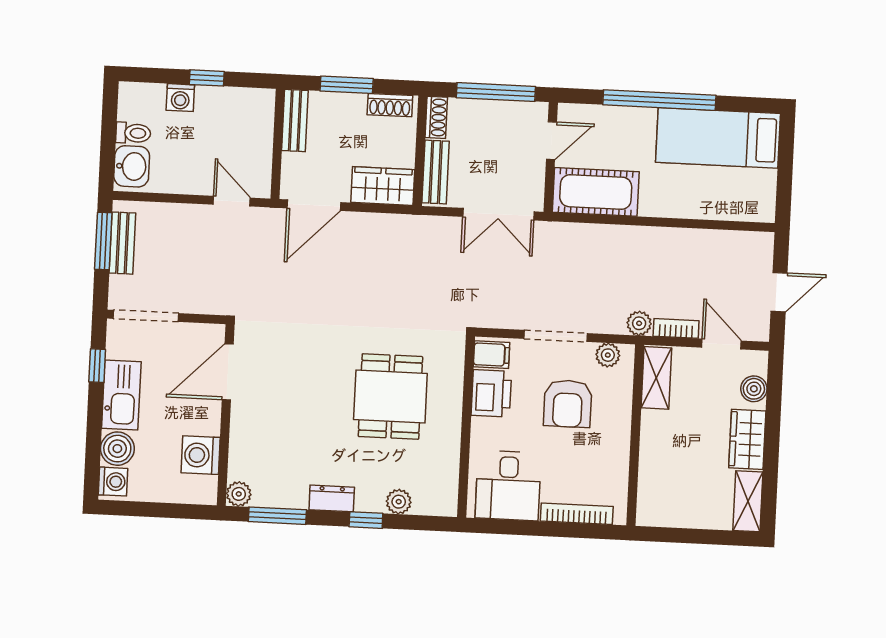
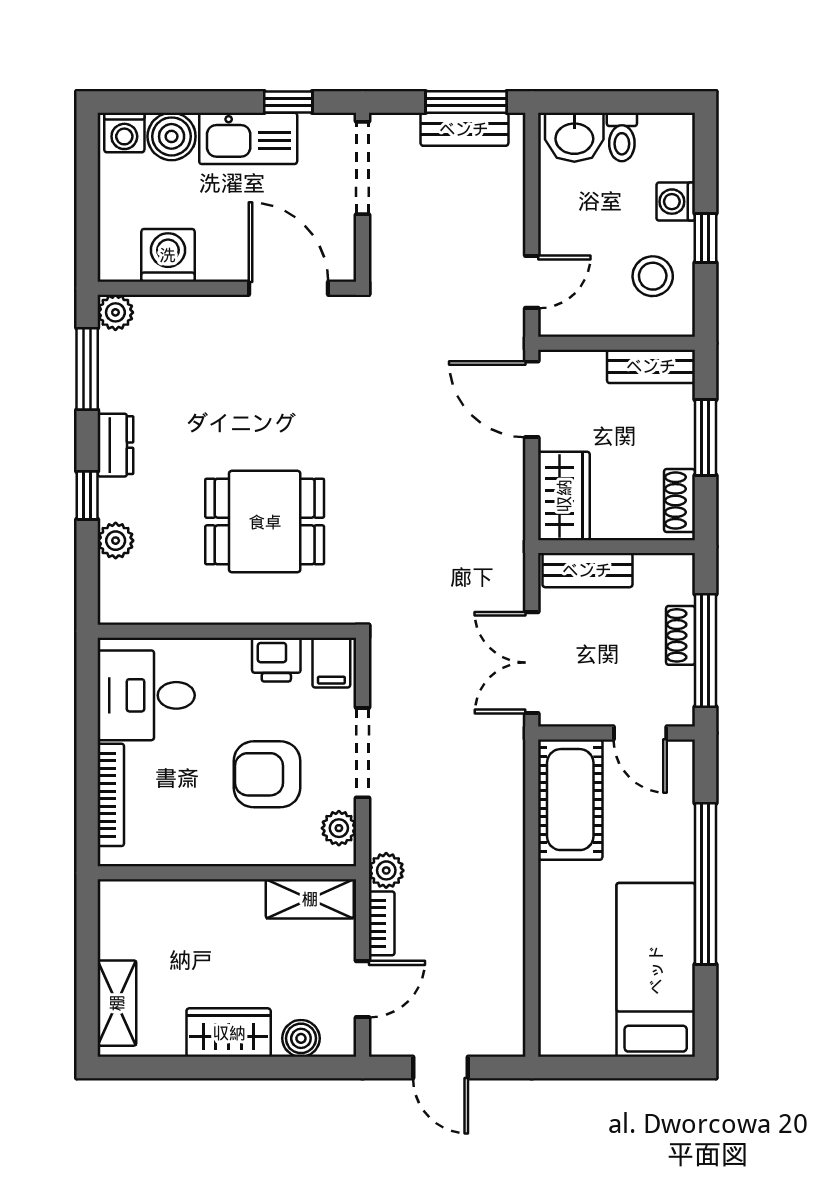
stool: (232, 116) -> (653, 276), added
shoe rack: (436, 117) -> (680, 635), moved, turned 90
printer: (491, 393) -> (276, 660), width x0.73, depth x0.81
shelving: (748, 501) -> (117, 1003), moved, turned 90

